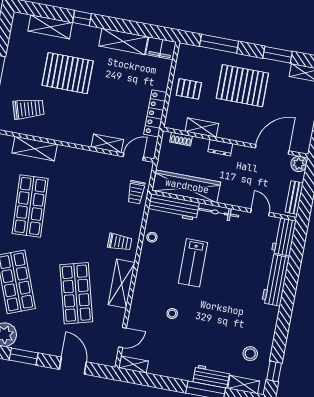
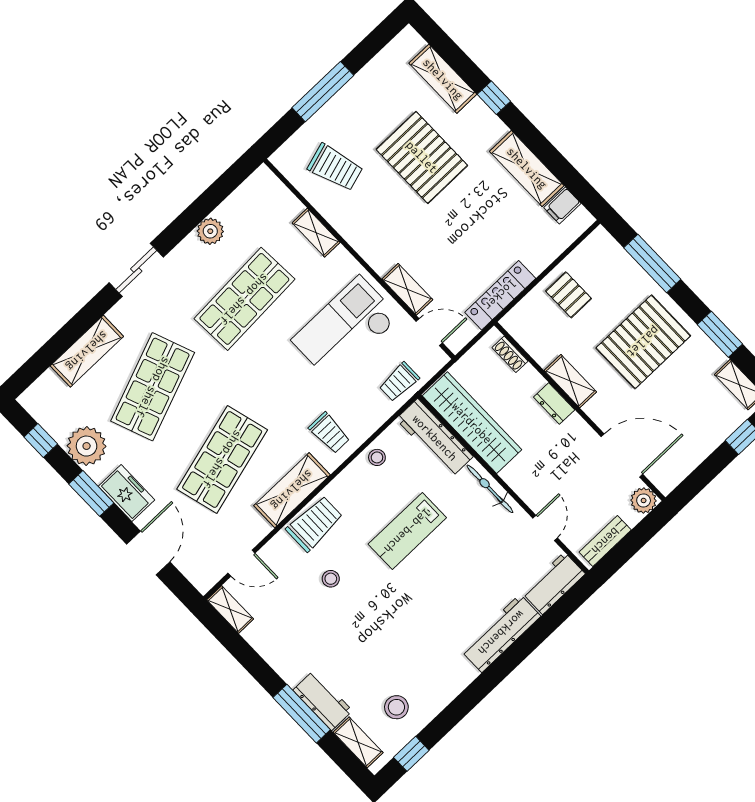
filing cabinet: (161, 48) -> (562, 205), width x0.50
pallet: (242, 86) -> (643, 342), turned 90
shelving: (202, 127) -> (570, 381), moved
shelving: (35, 149) -> (316, 233), width x0.67, depth x0.75
checkout: (91, 185) -> (345, 329), added
trolley: (145, 292) -> (314, 524), added
freezer: (41, 344) -> (126, 493), added

